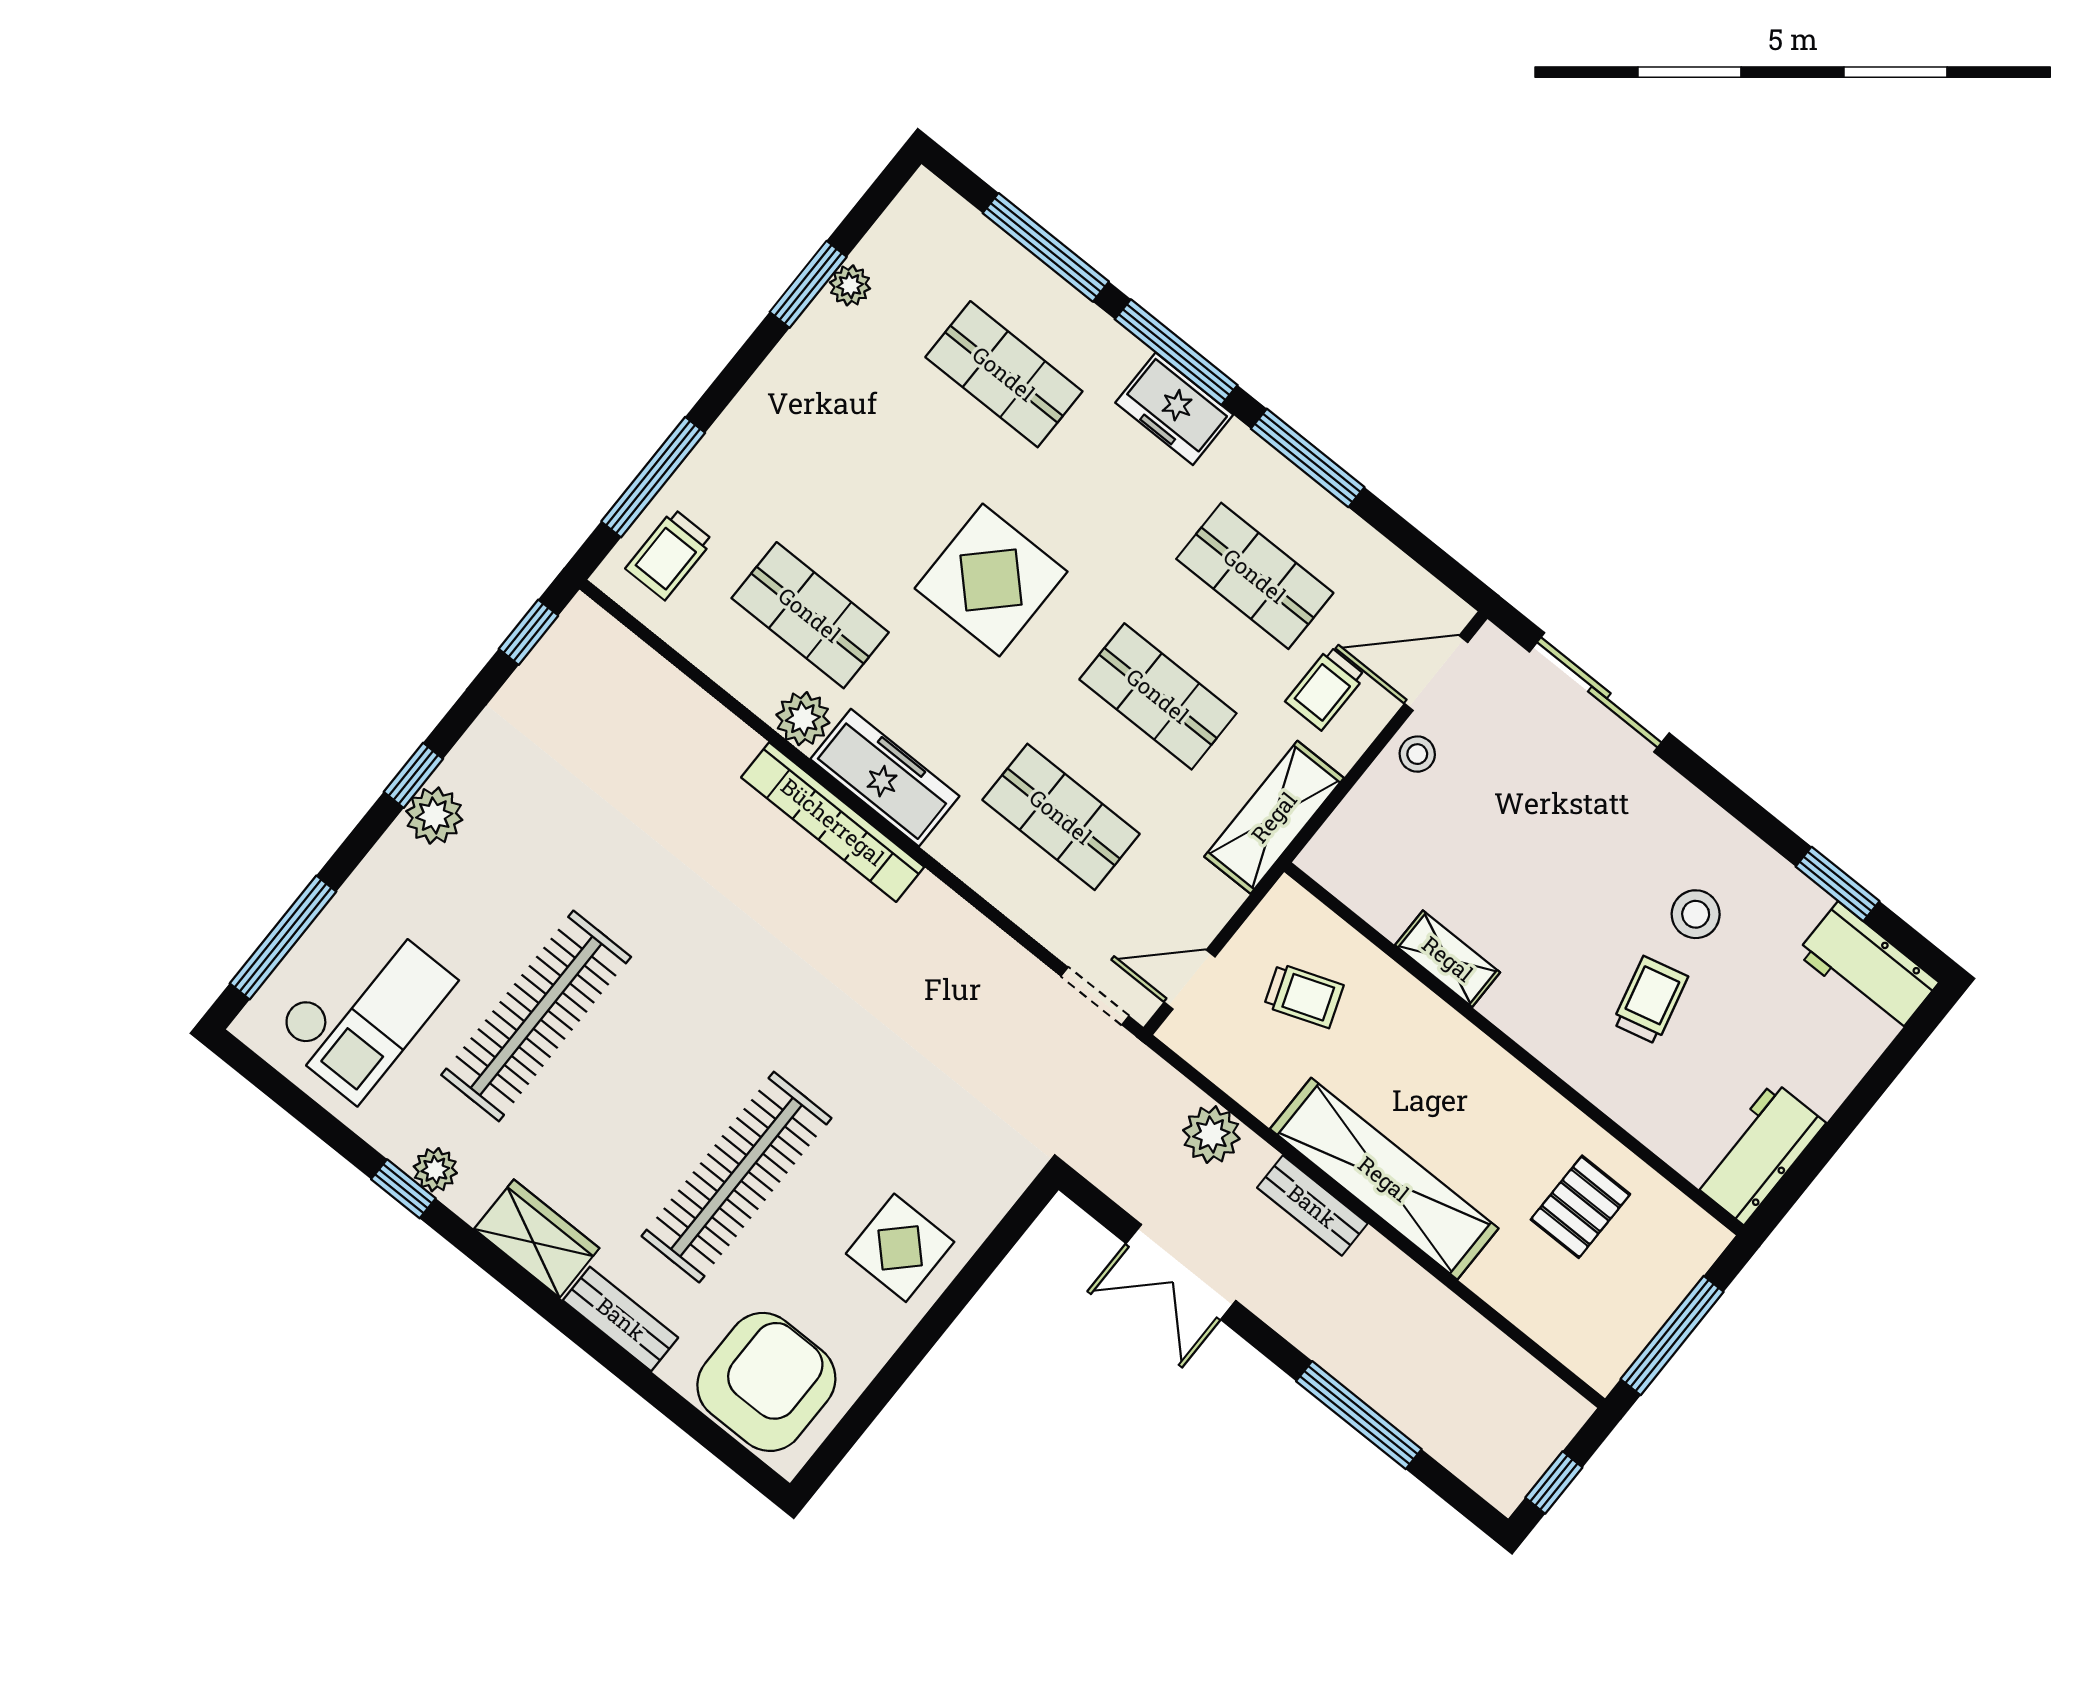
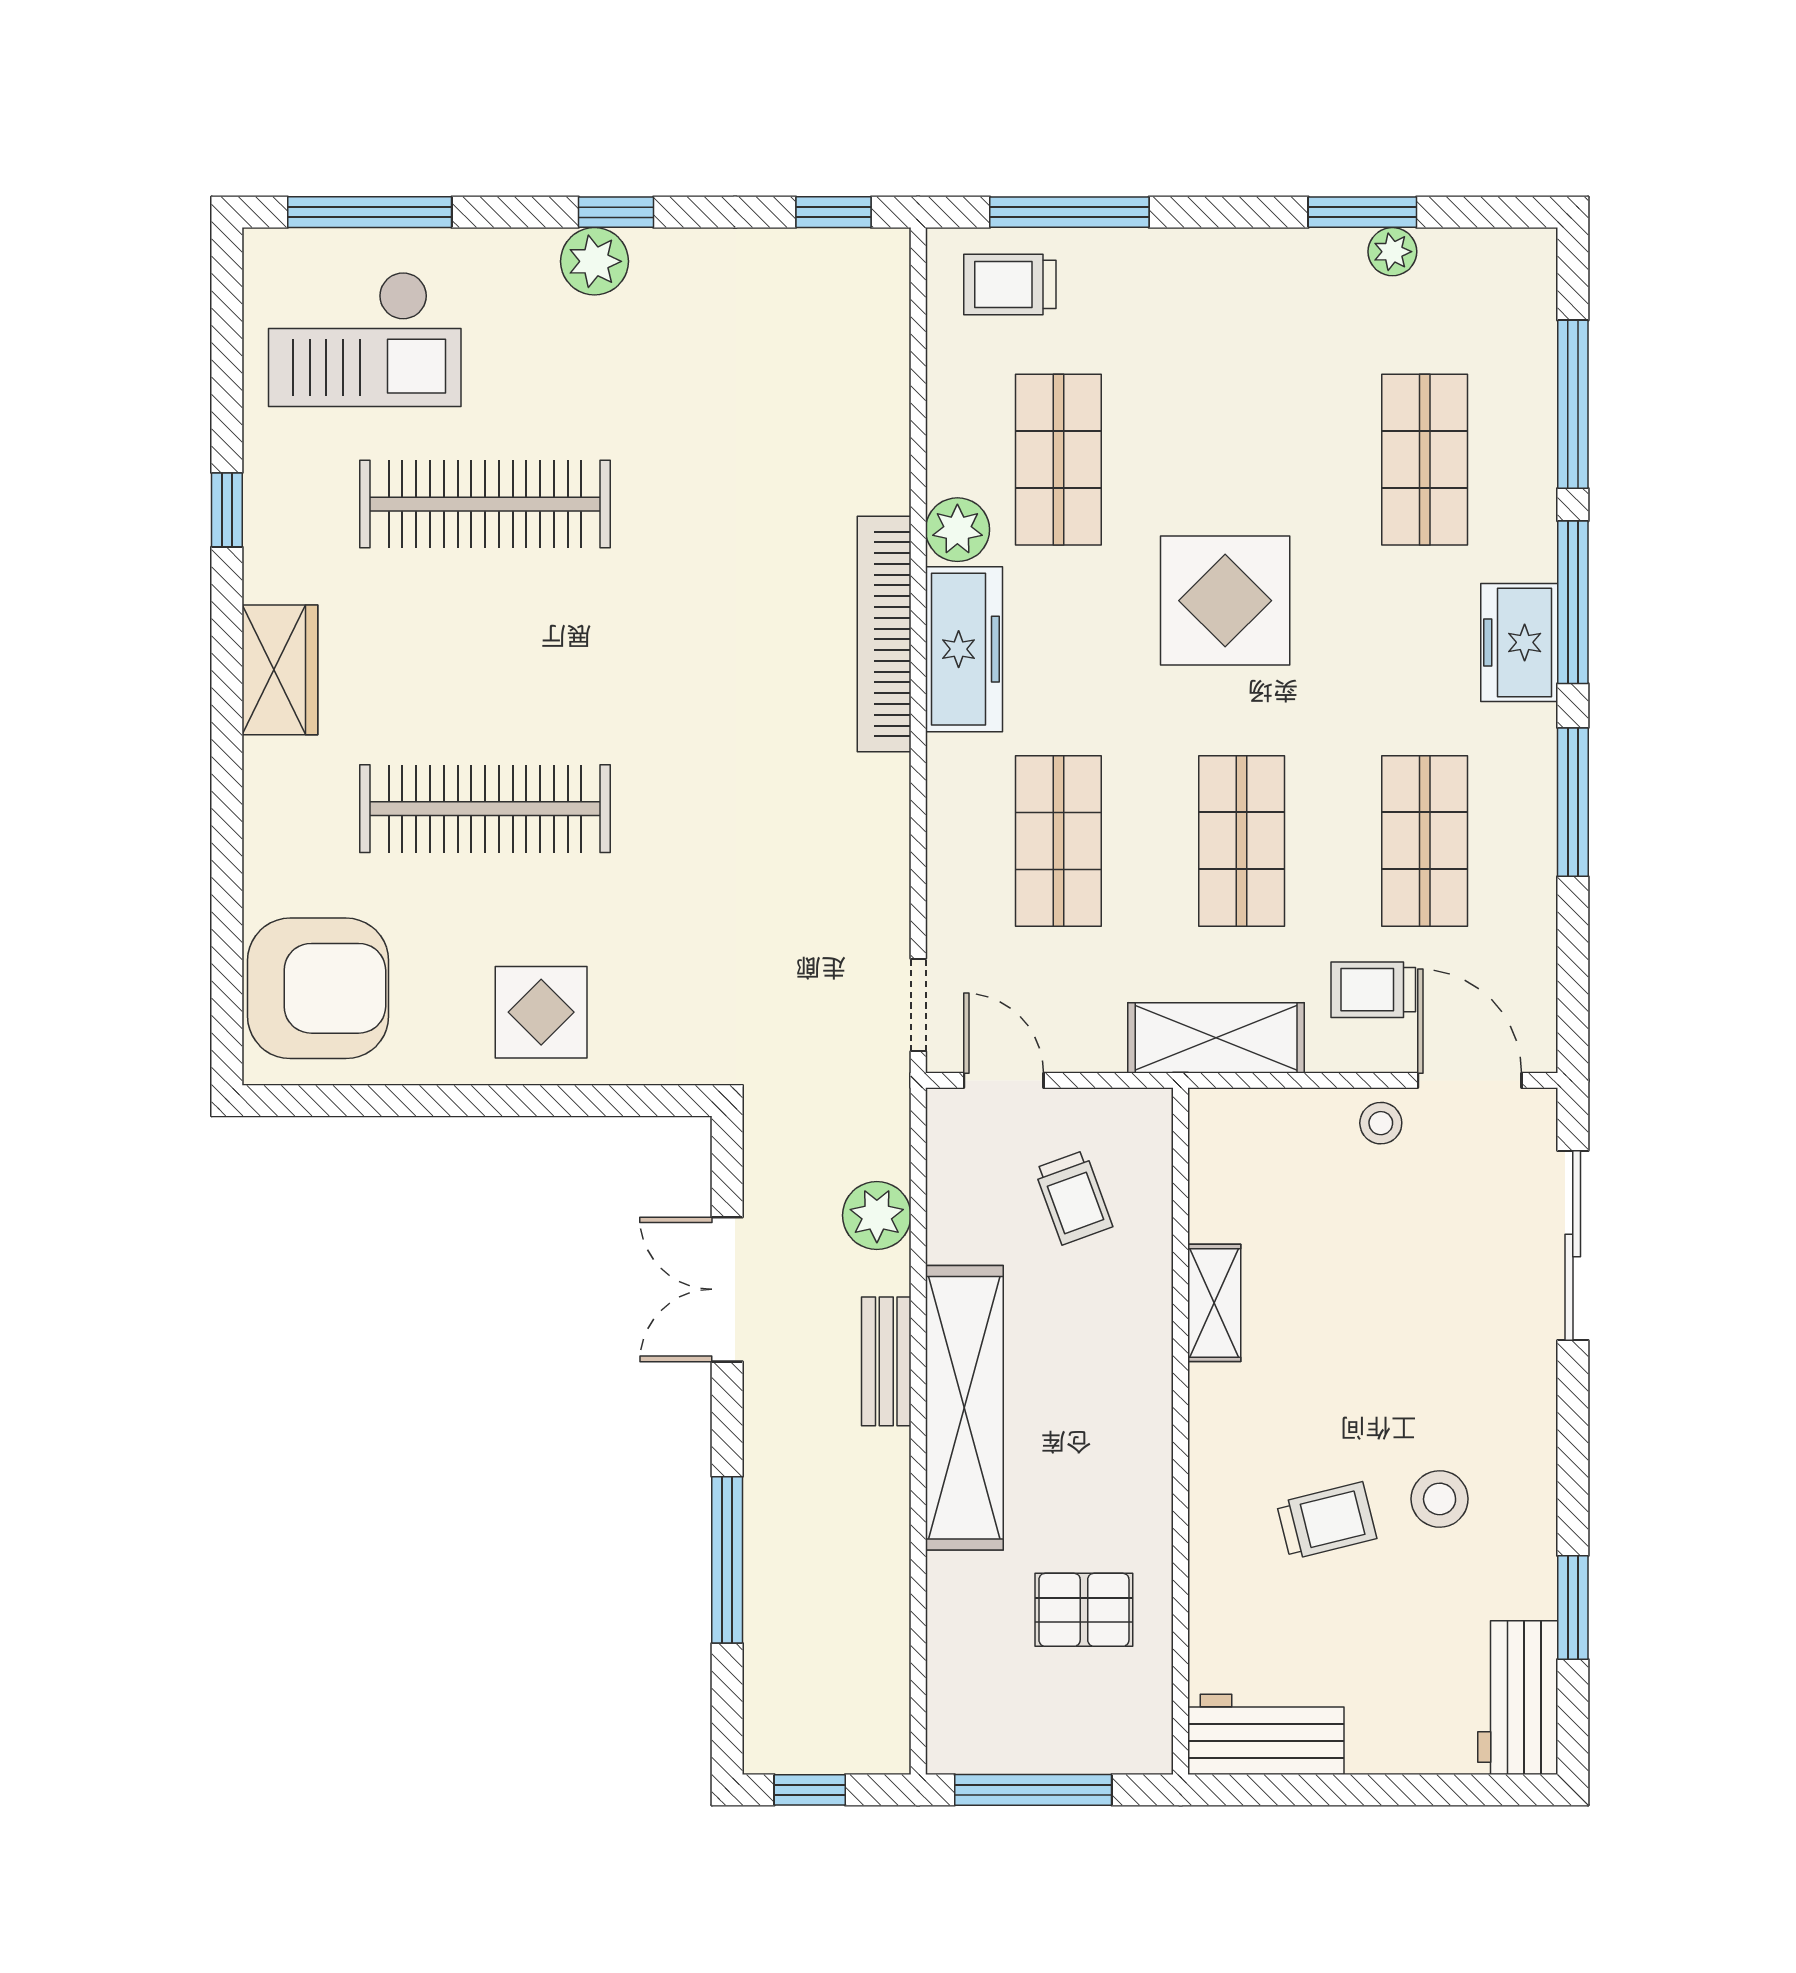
plant: (435, 1170) -> (268, 525), removed
bench: (621, 1319) -> (268, 807), removed

